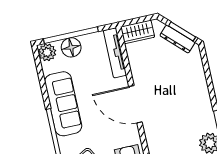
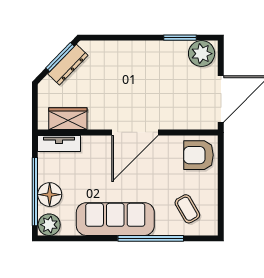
wardrobe: (138, 32) -> (68, 119), moved, turned -90
tv unit: (115, 53) -> (59, 143), width x0.71

